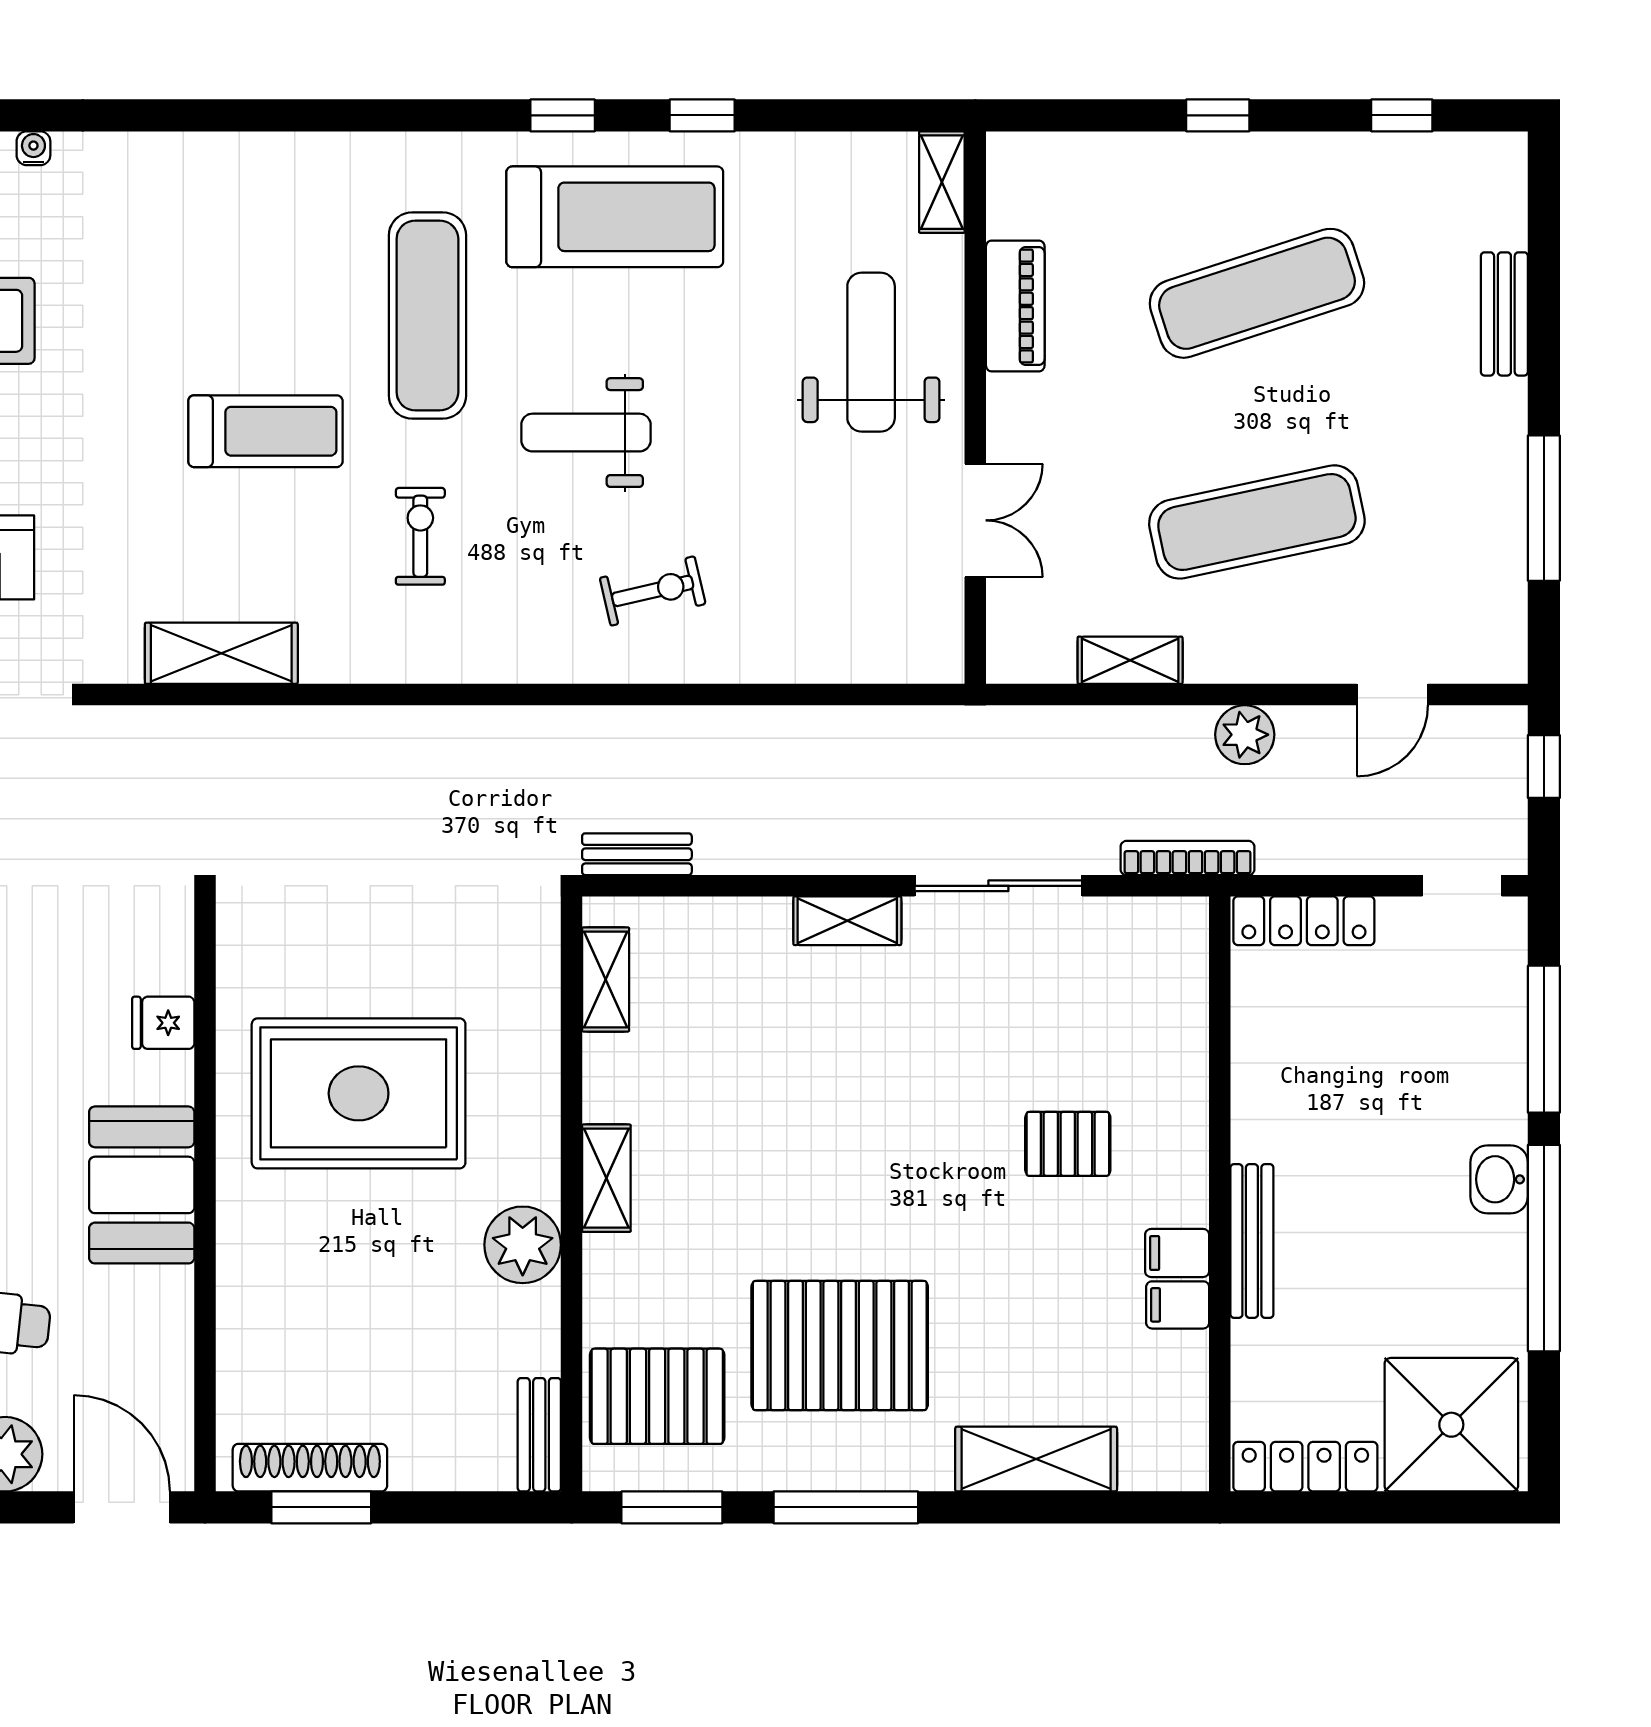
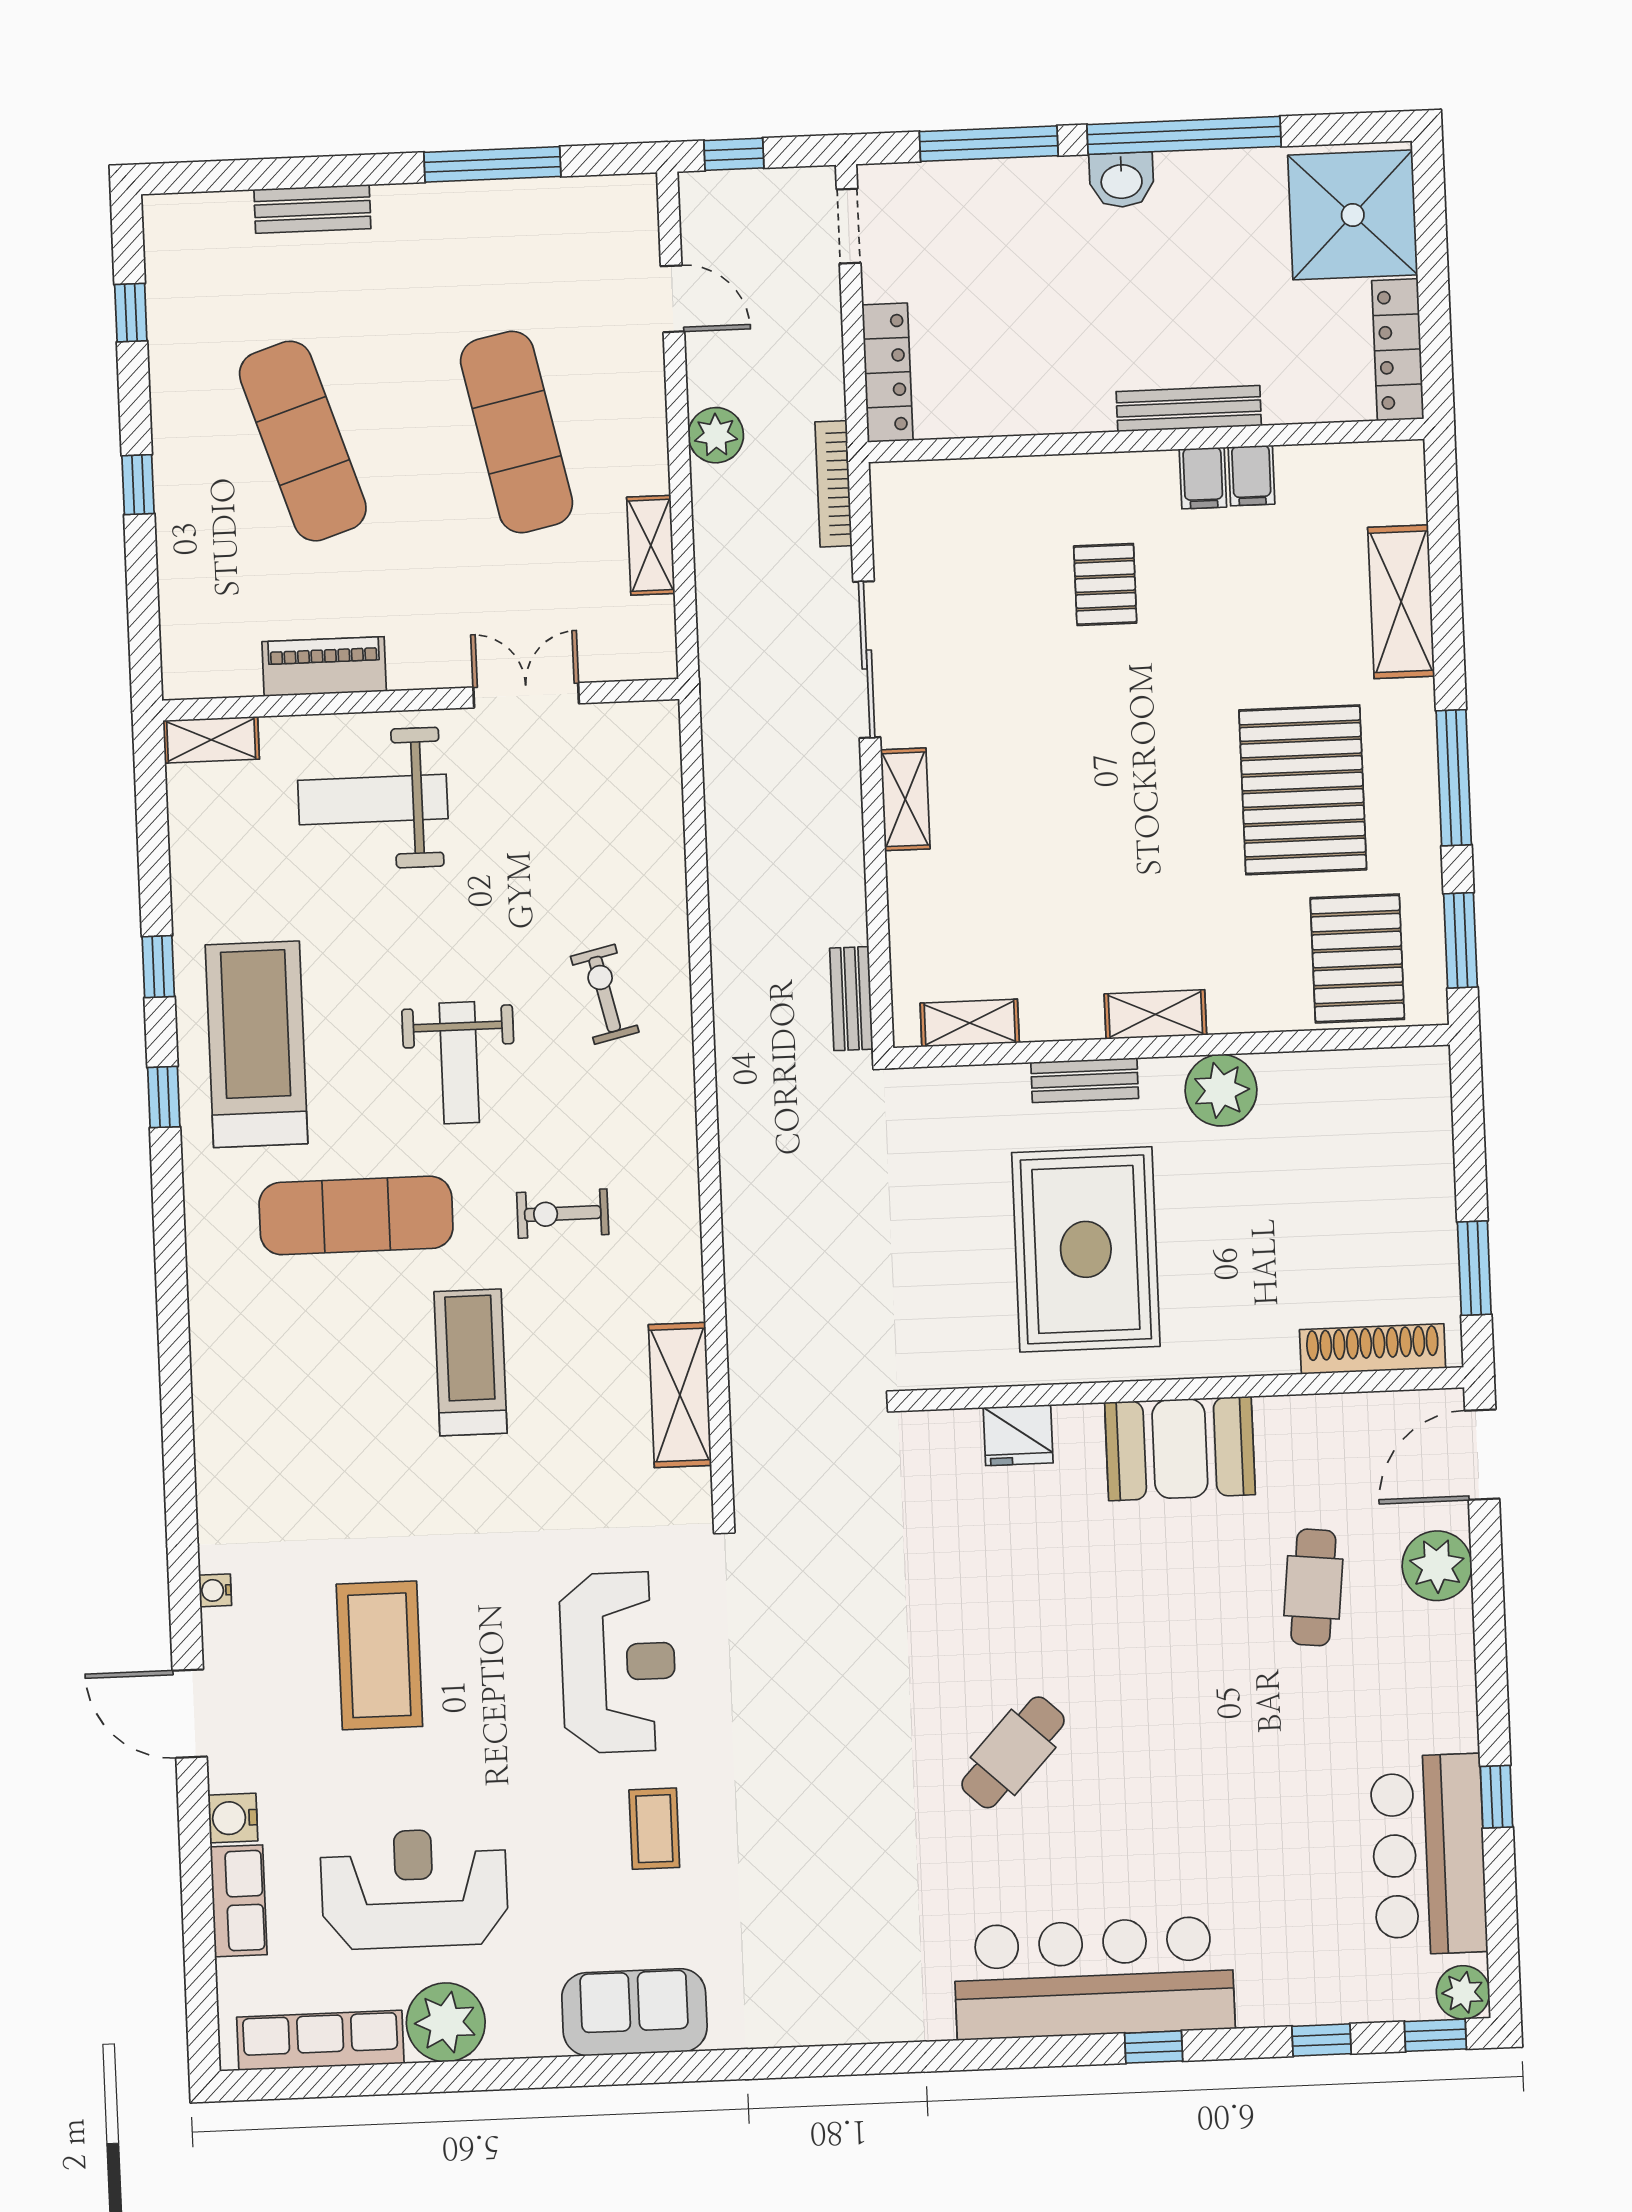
fridge: (163, 1023) -> (1018, 1435), width x1.38
bench: (539, 1435) -> (1085, 1080), moved
shoe rack: (310, 1468) -> (1373, 1349), moved, turned 90

